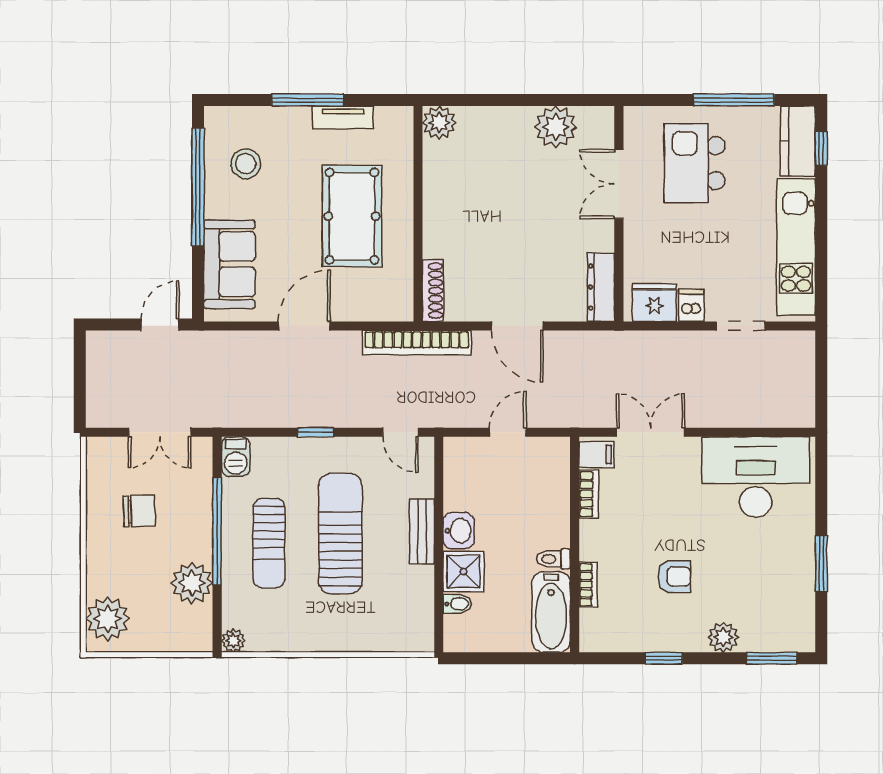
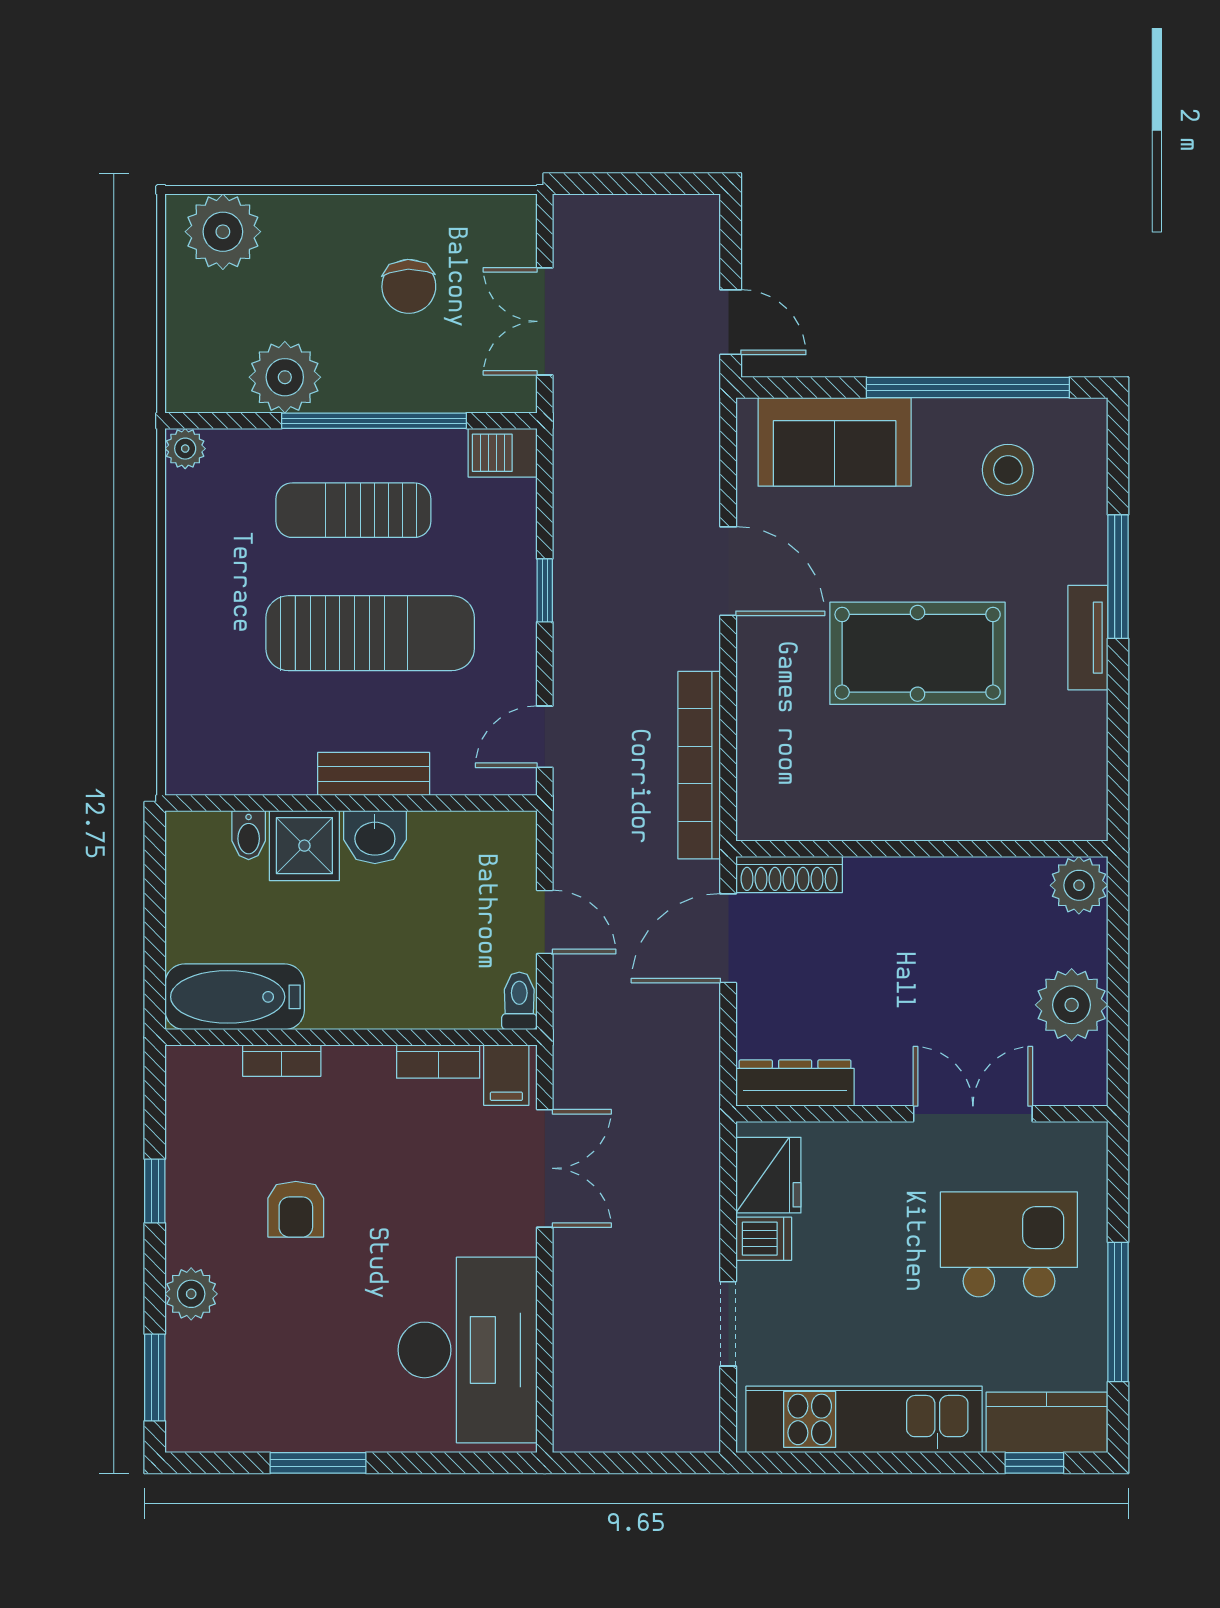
plant: (439, 123) -> (1079, 885), moved
wall: (418, 214) -> (922, 849), moved
shoe rack: (433, 291) -> (789, 875), moved
toilet: (553, 559) -> (519, 1001), moved

